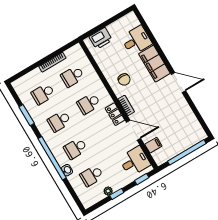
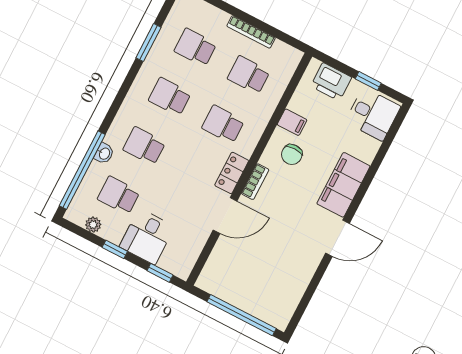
window: (112, 20) -> (368, 81), added
desk: (136, 40) -> (373, 114), moved
door: (179, 83) -> (337, 238), hinge flipped
door: (134, 130) -> (225, 216), hinge flipped
filing cabinet: (153, 145) -> (292, 122), moved
window: (52, 158) -> (82, 170), moved
desk: (135, 161) -> (147, 237), moved, turned 90
plant: (108, 191) -> (93, 225), moved

